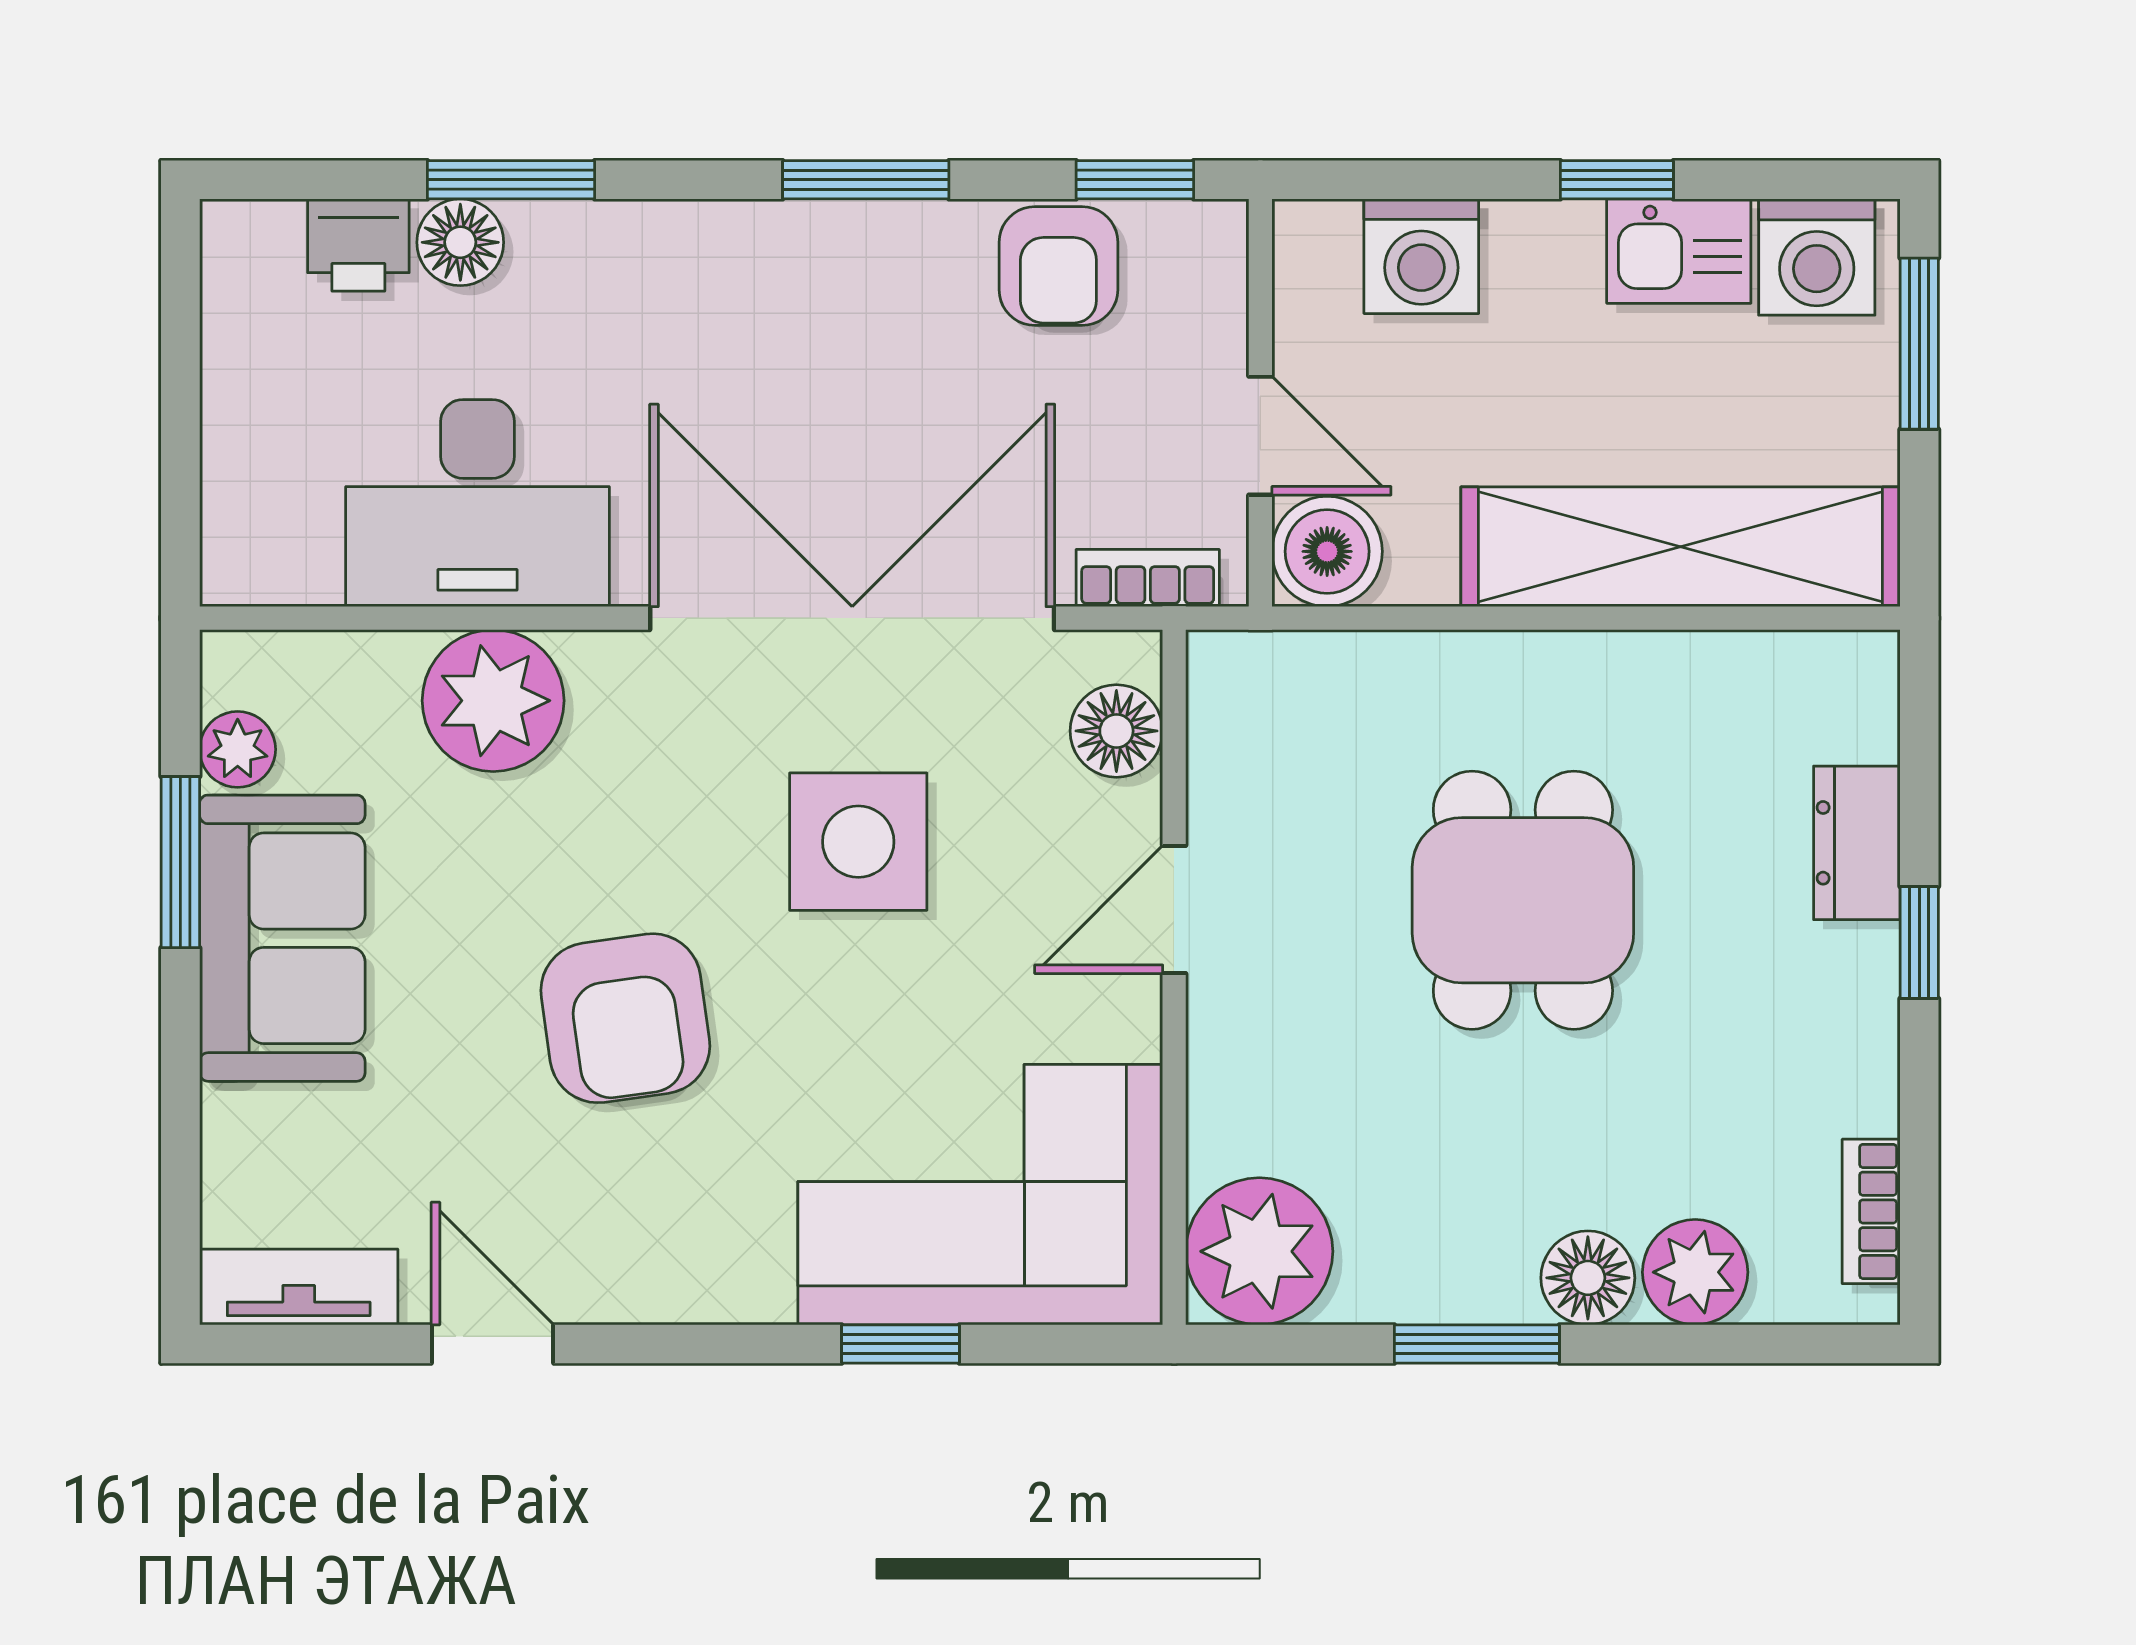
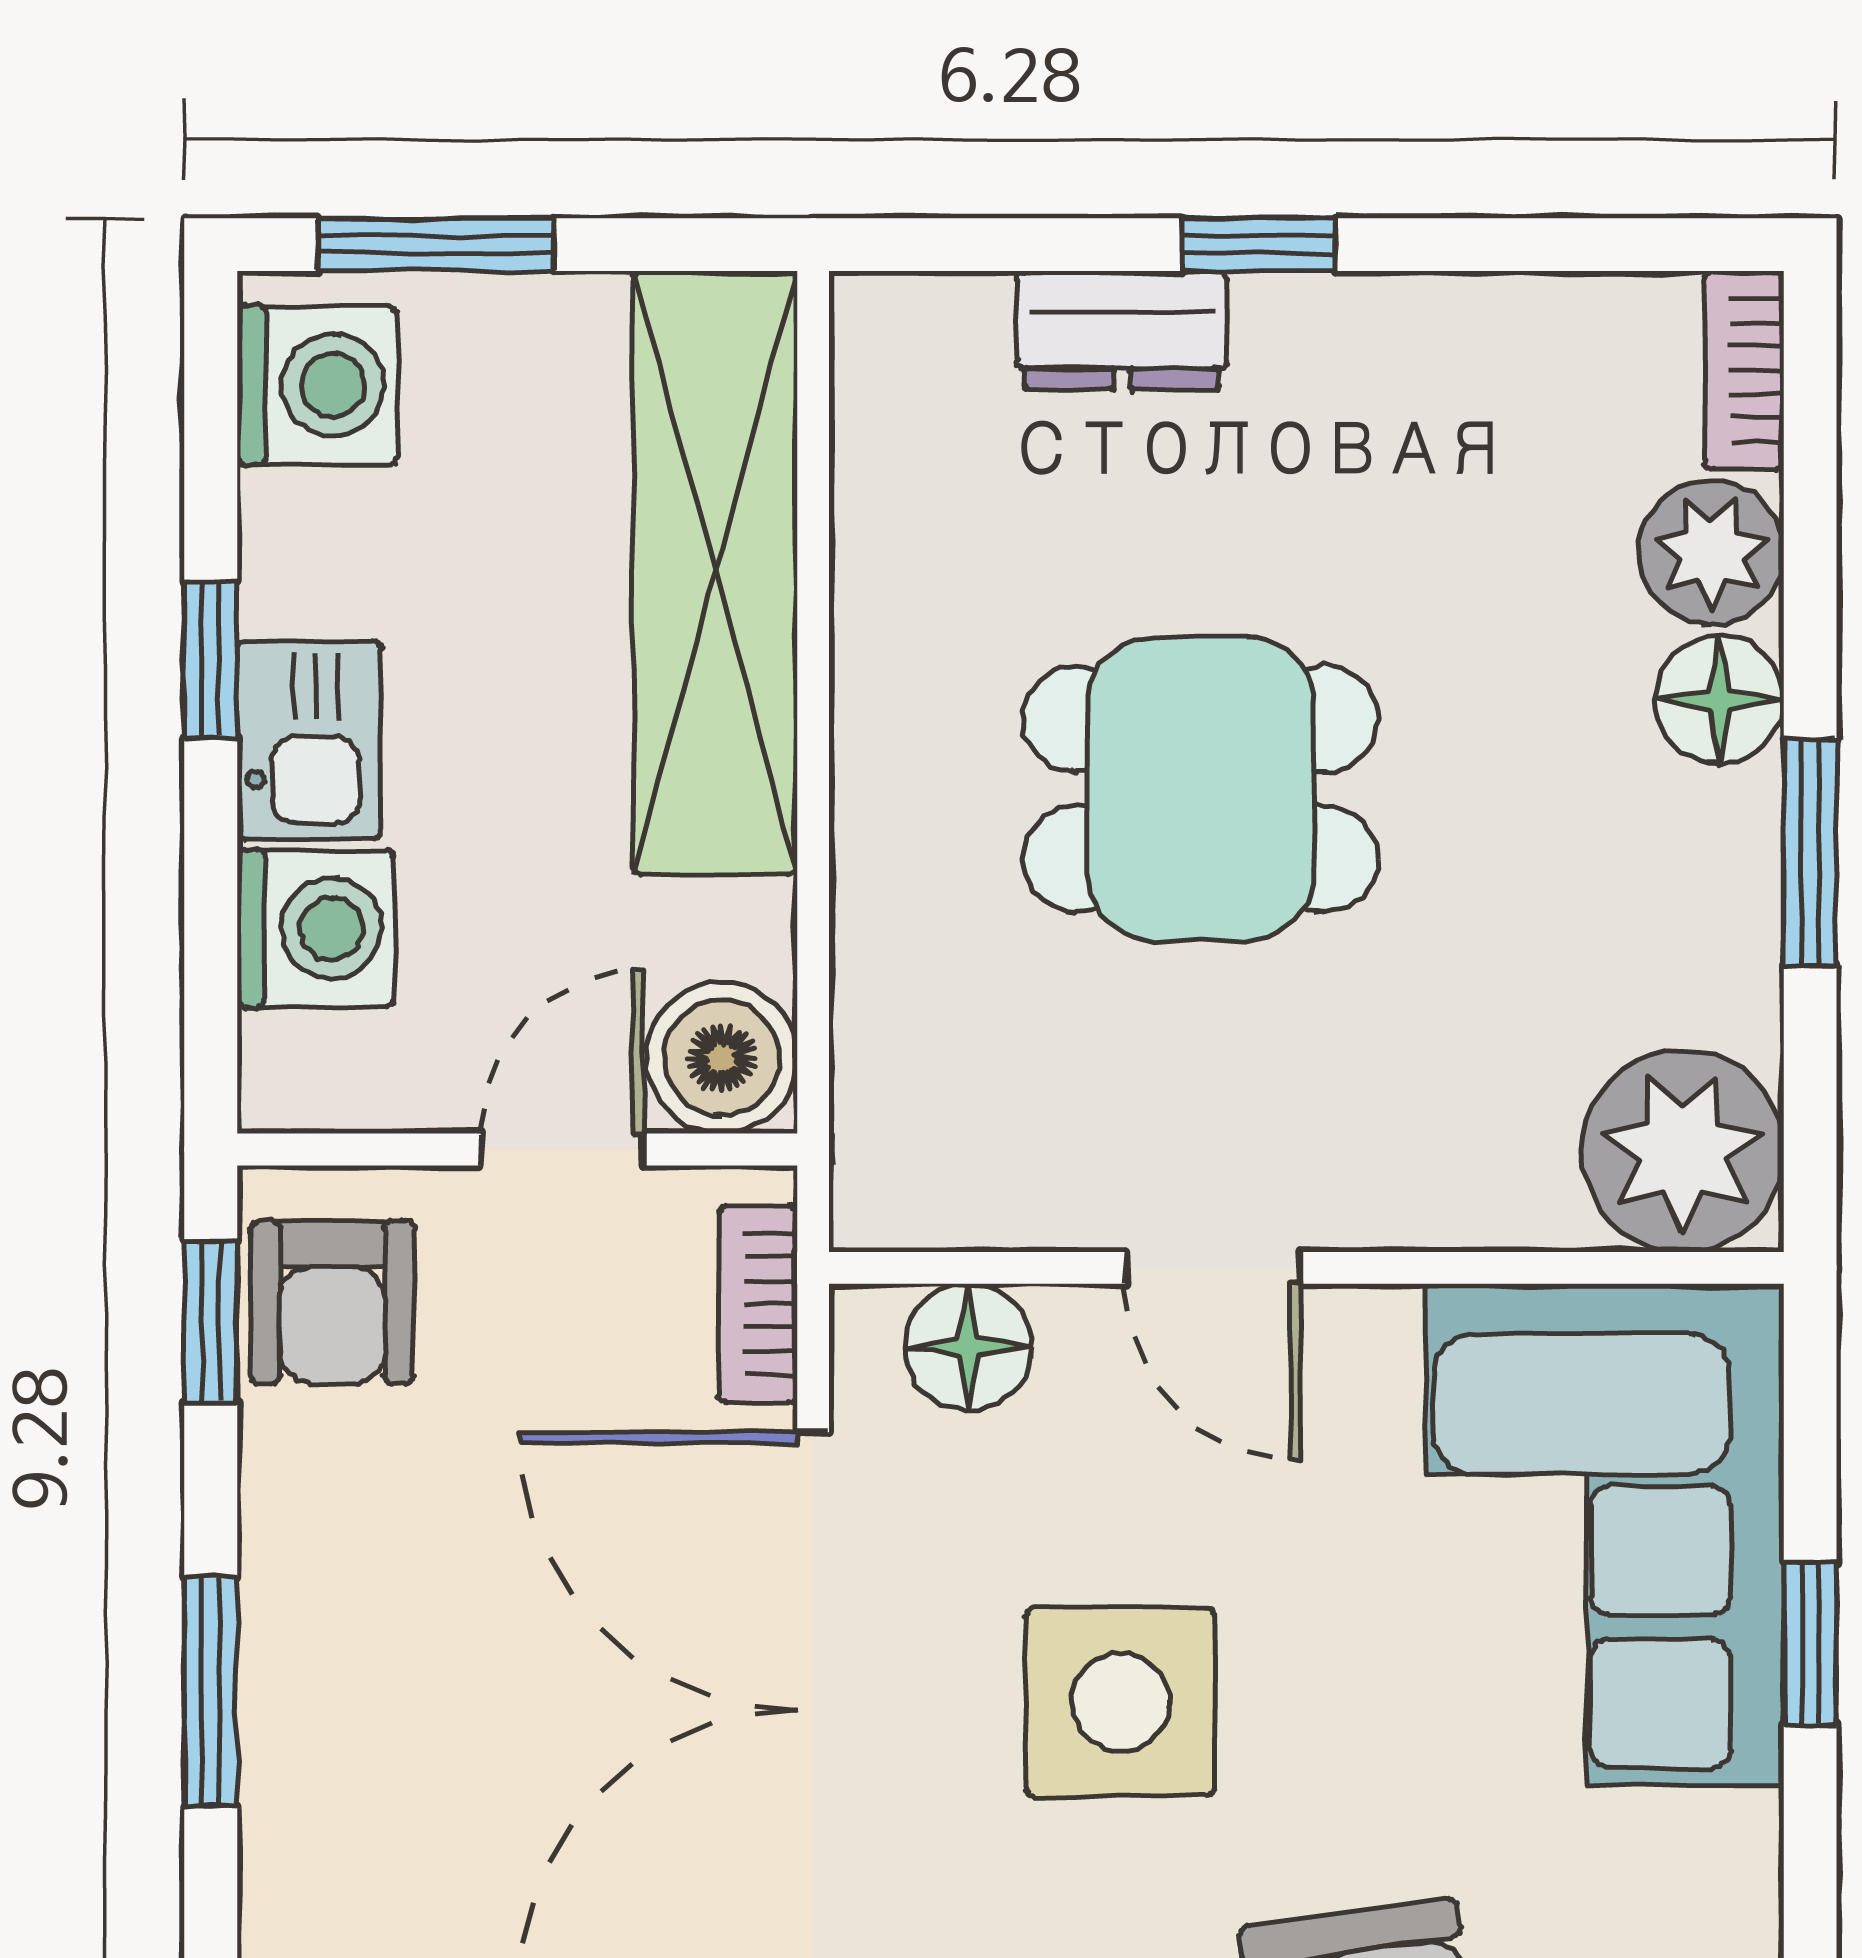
kitchen sink: (1679, 251) -> (309, 740), moved
armchair: (1058, 266) -> (332, 1302), moved, turned 90
bookcase: (1871, 1211) -> (1744, 370), moved, turned 90

